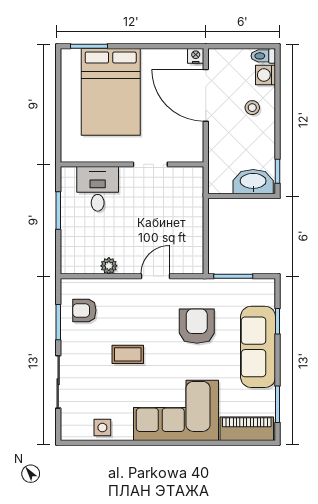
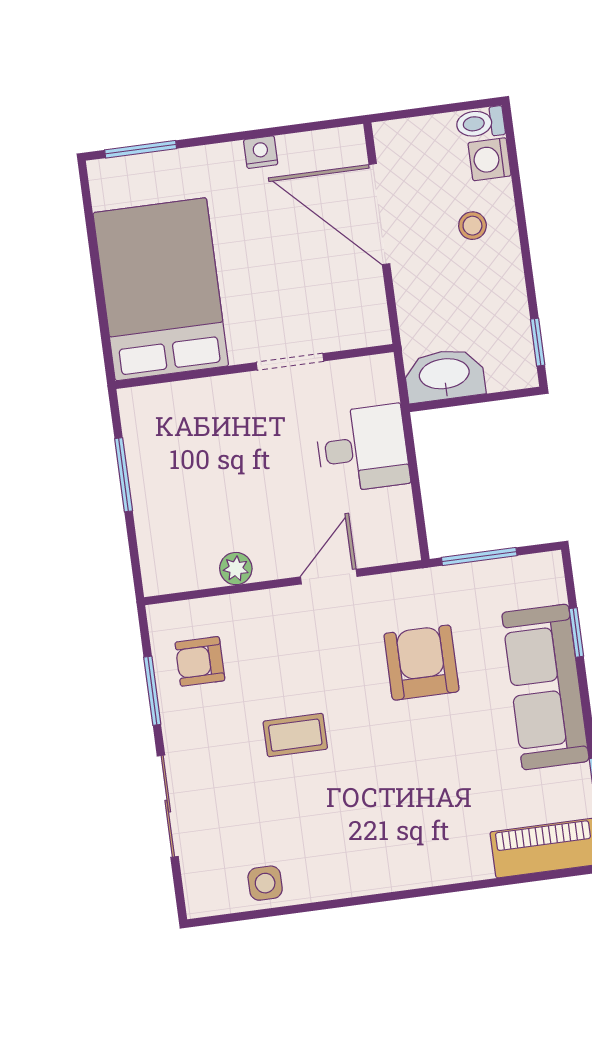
nightstand: (196, 56) -> (261, 152), moved
bed: (111, 92) -> (161, 289), moved, turned 180
washbasin: (253, 182) -> (444, 375), moved
desk: (98, 189) -> (362, 449), moved, turned 90
corner sofa: (176, 410) -> (403, 831), removed

